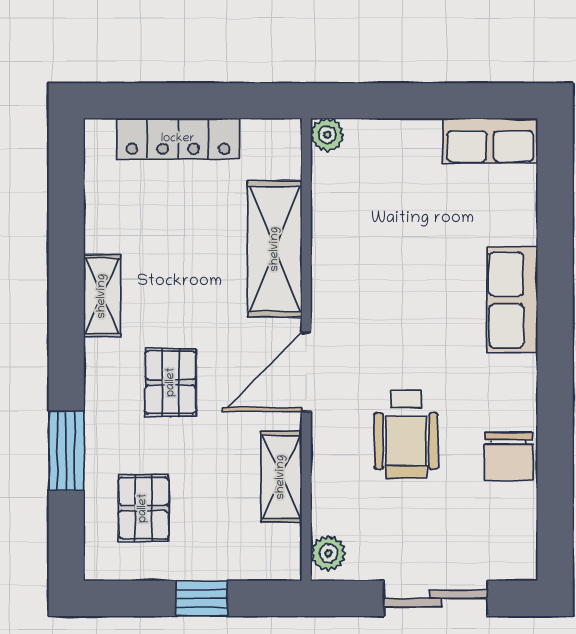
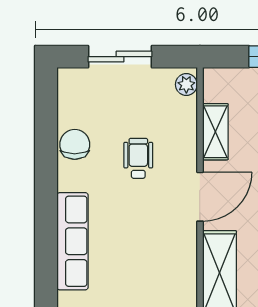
row of seats: (512, 300) -> (73, 241), width x1.48
wheelchair: (406, 434) -> (138, 158), width x0.73, depth x0.73

